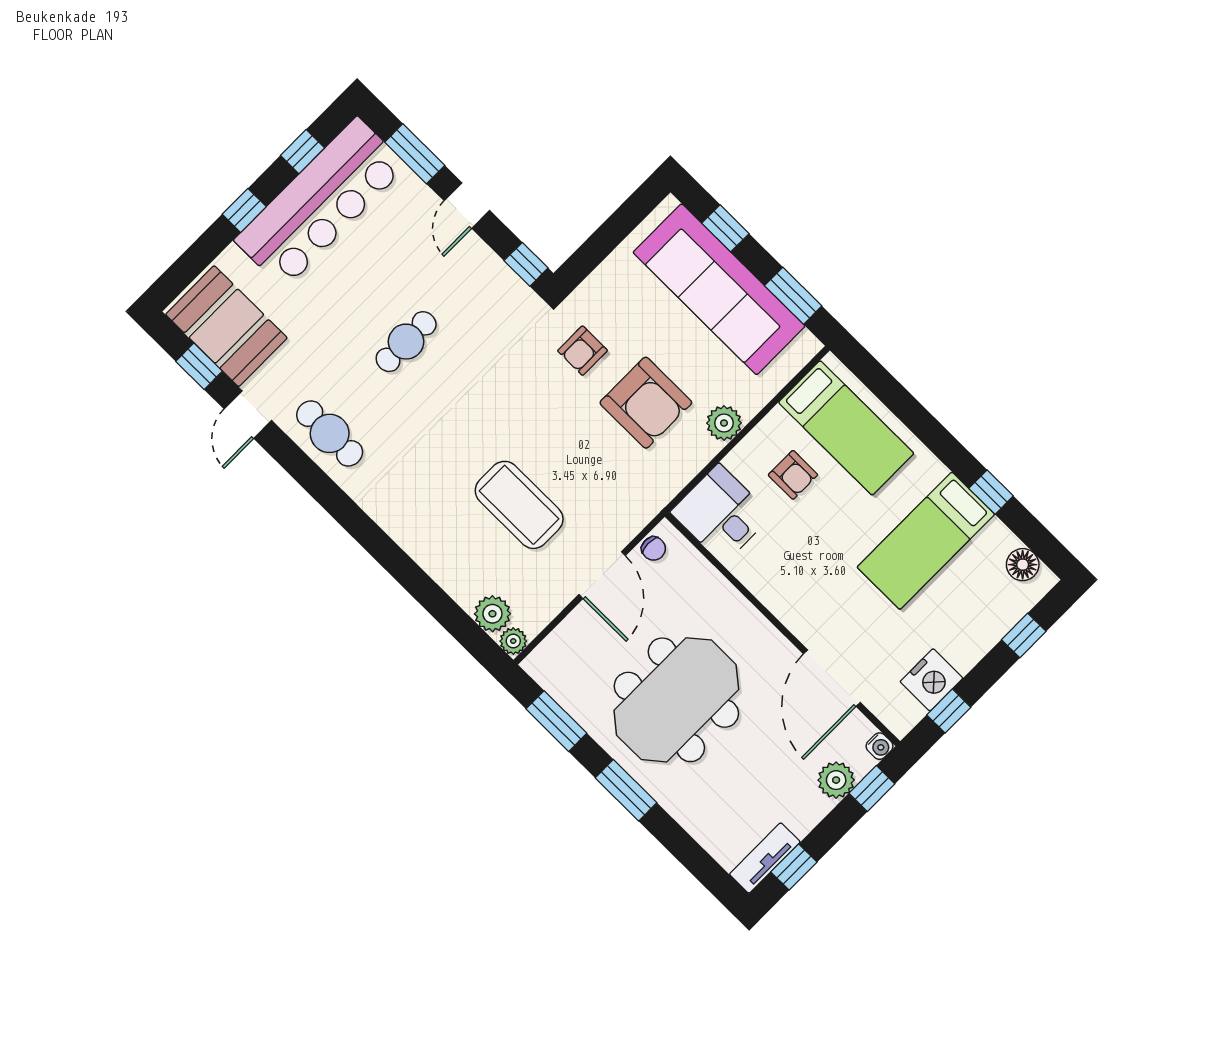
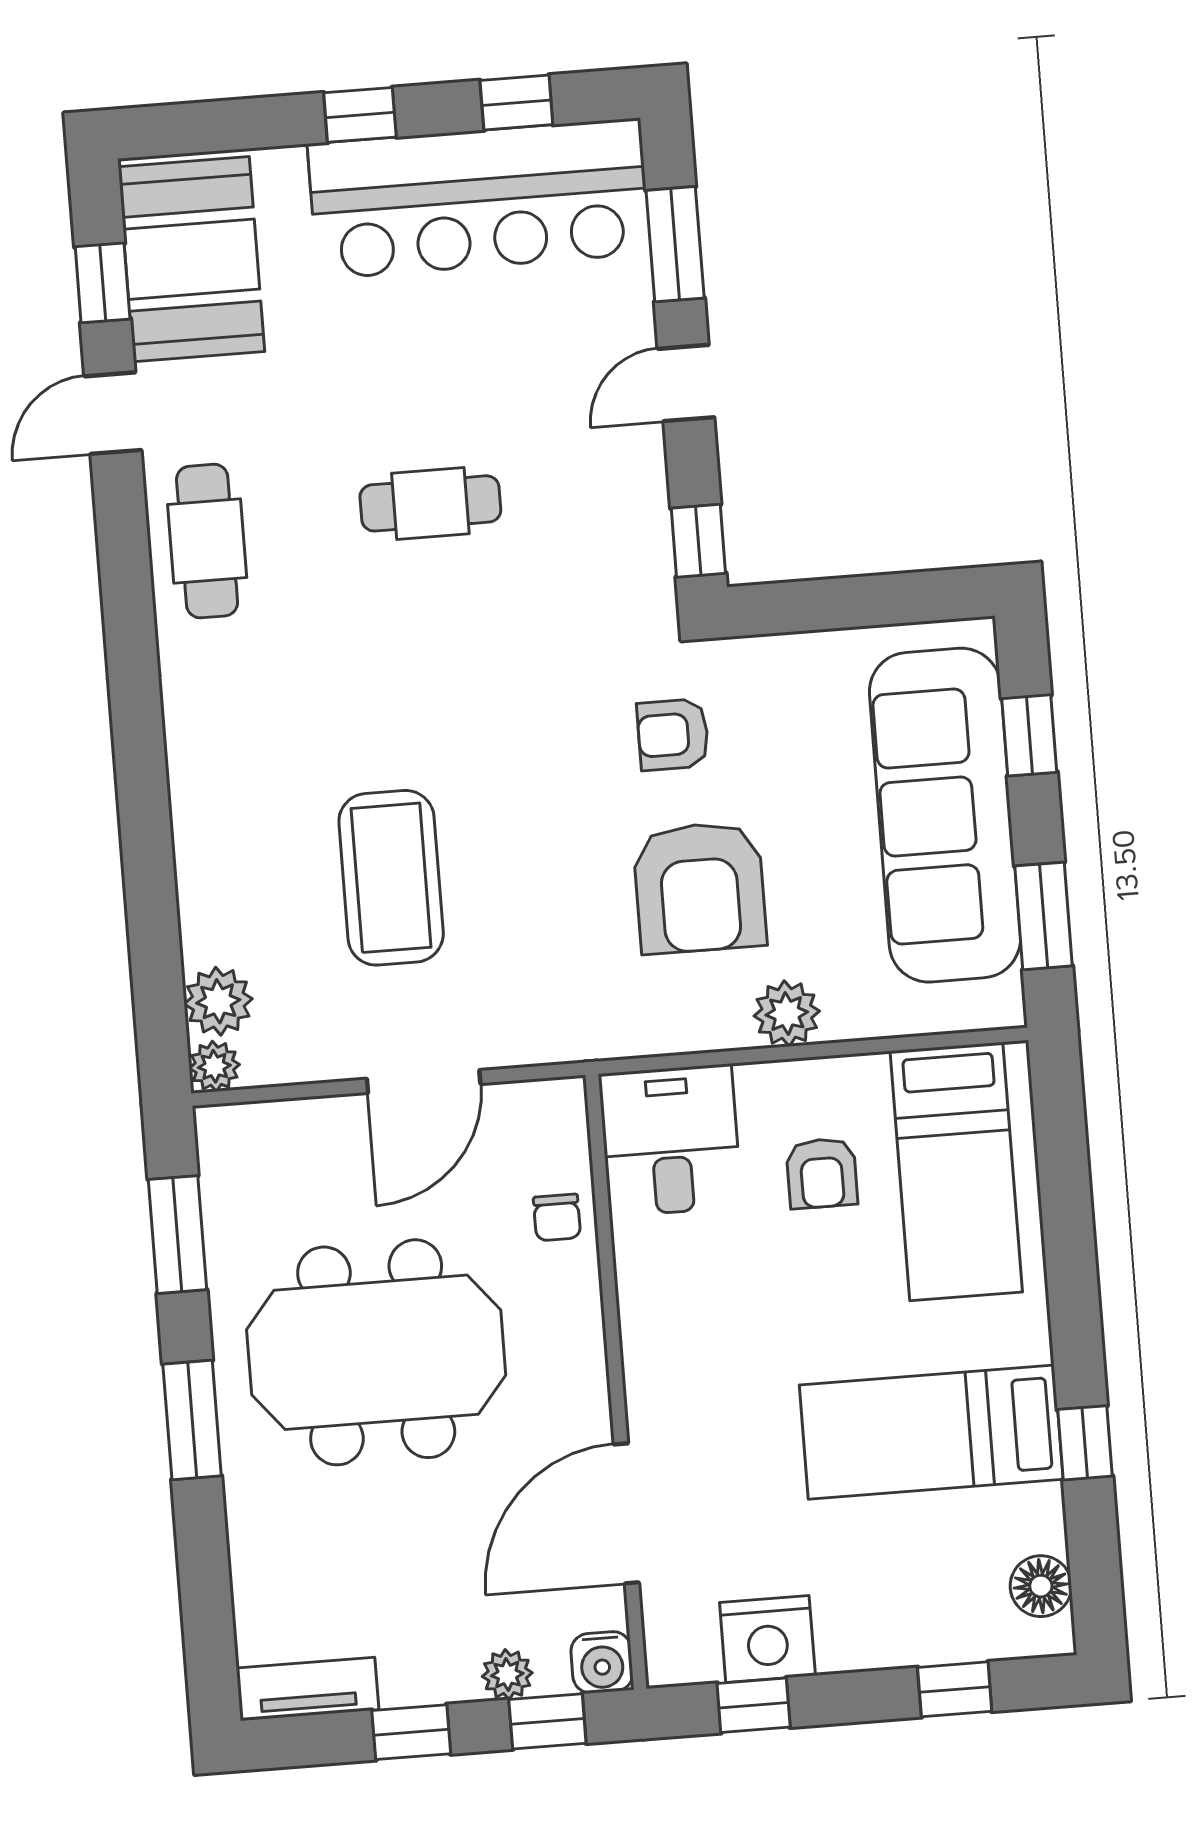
chair: (654, 549) -> (557, 1217), moved
water cooler: (879, 746) -> (602, 1662), width x1.38, depth x1.38
plant: (836, 780) -> (507, 1675), width x0.73, depth x0.73
window: (794, 867) -> (411, 1732), moved

